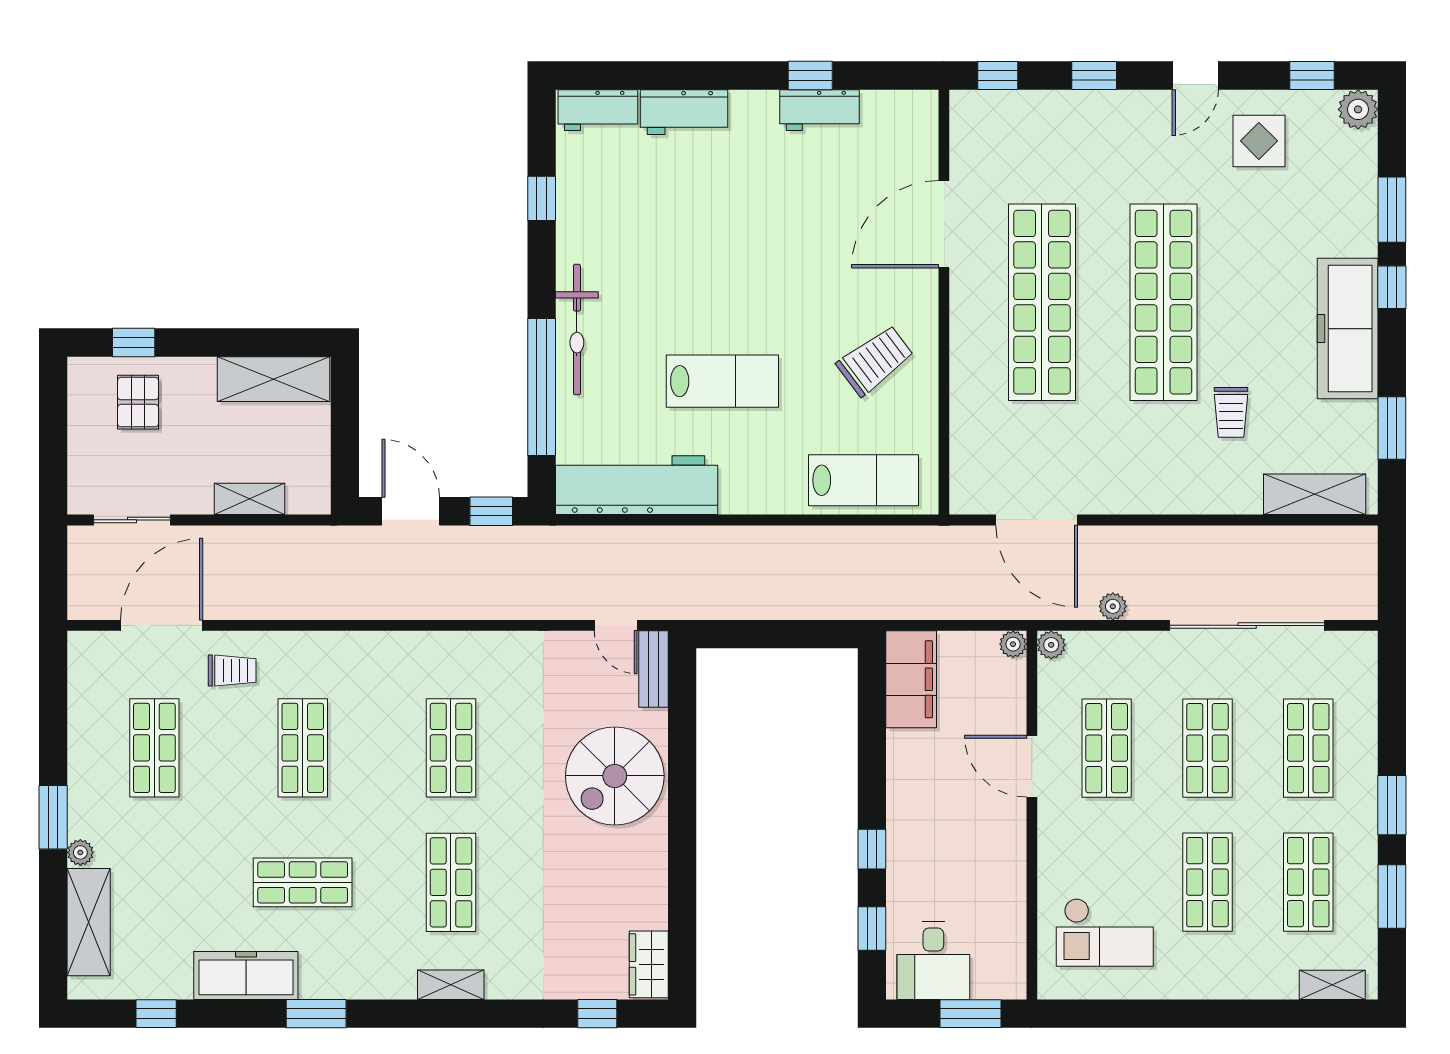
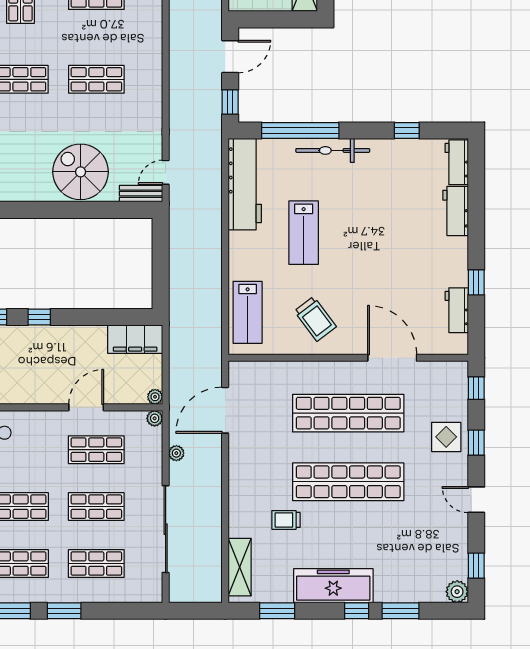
workbench: (820, 110) -> (457, 310), moved
display table: (1259, 141) -> (446, 437), moved

